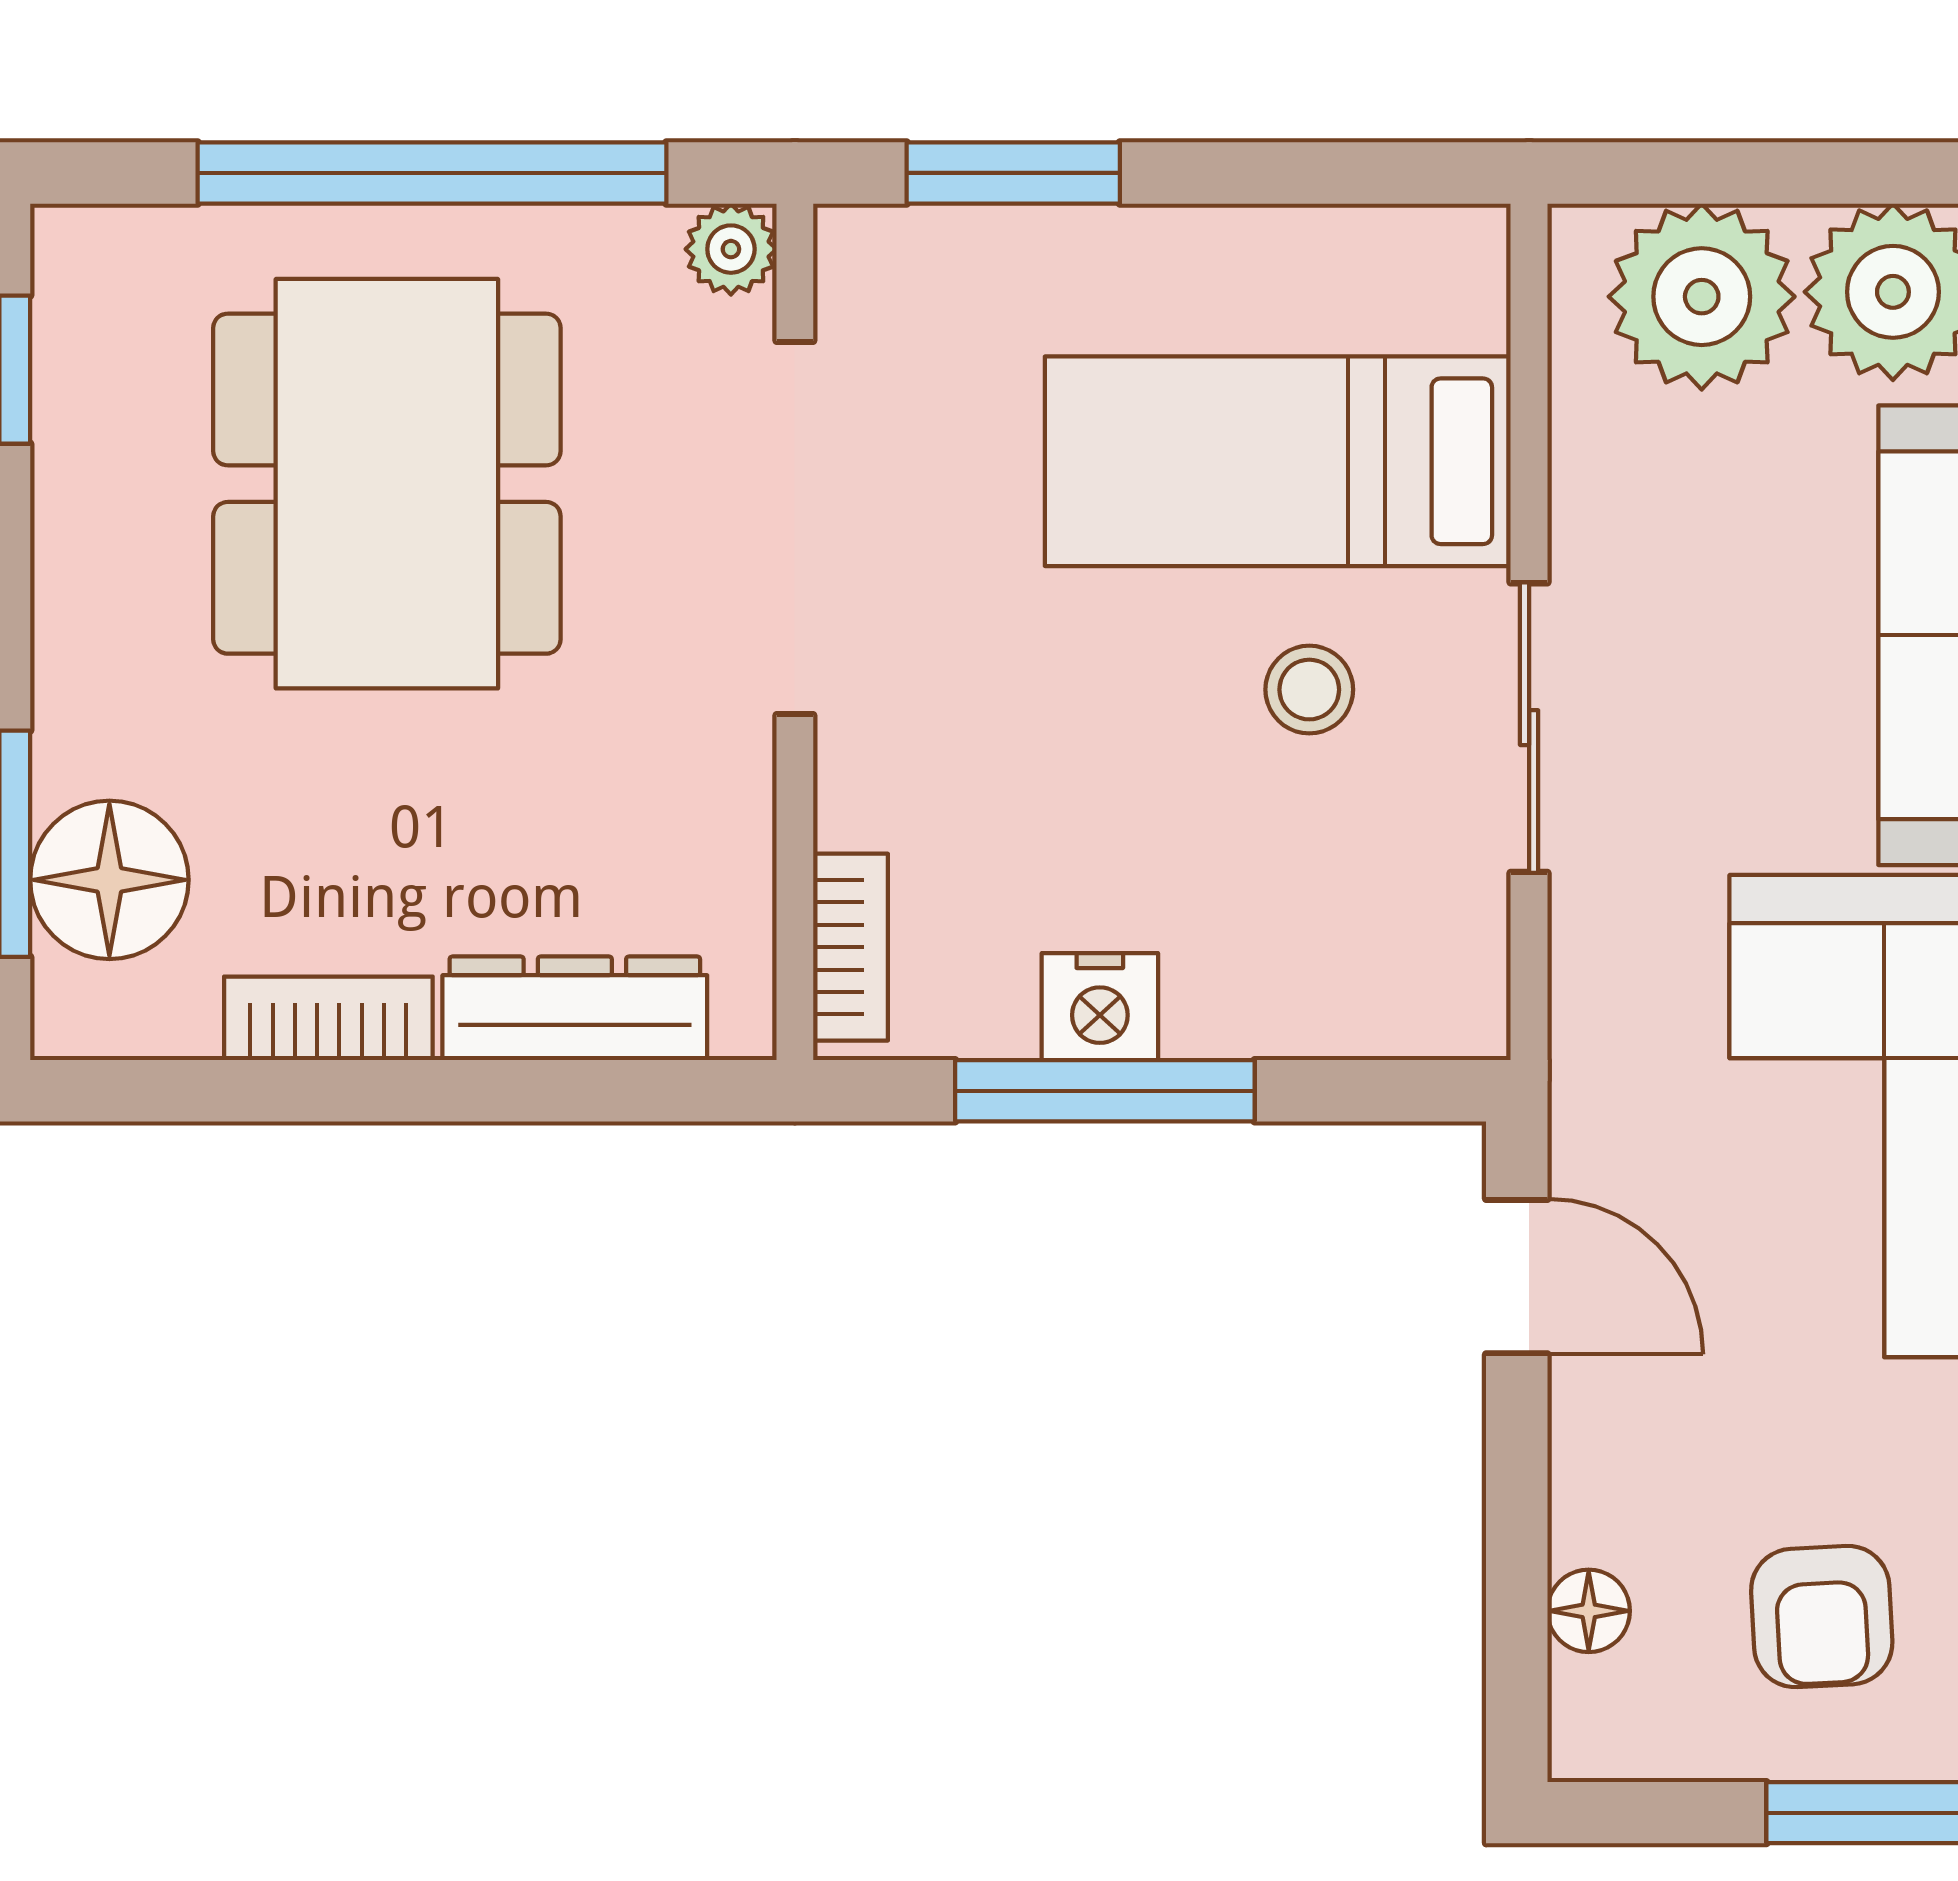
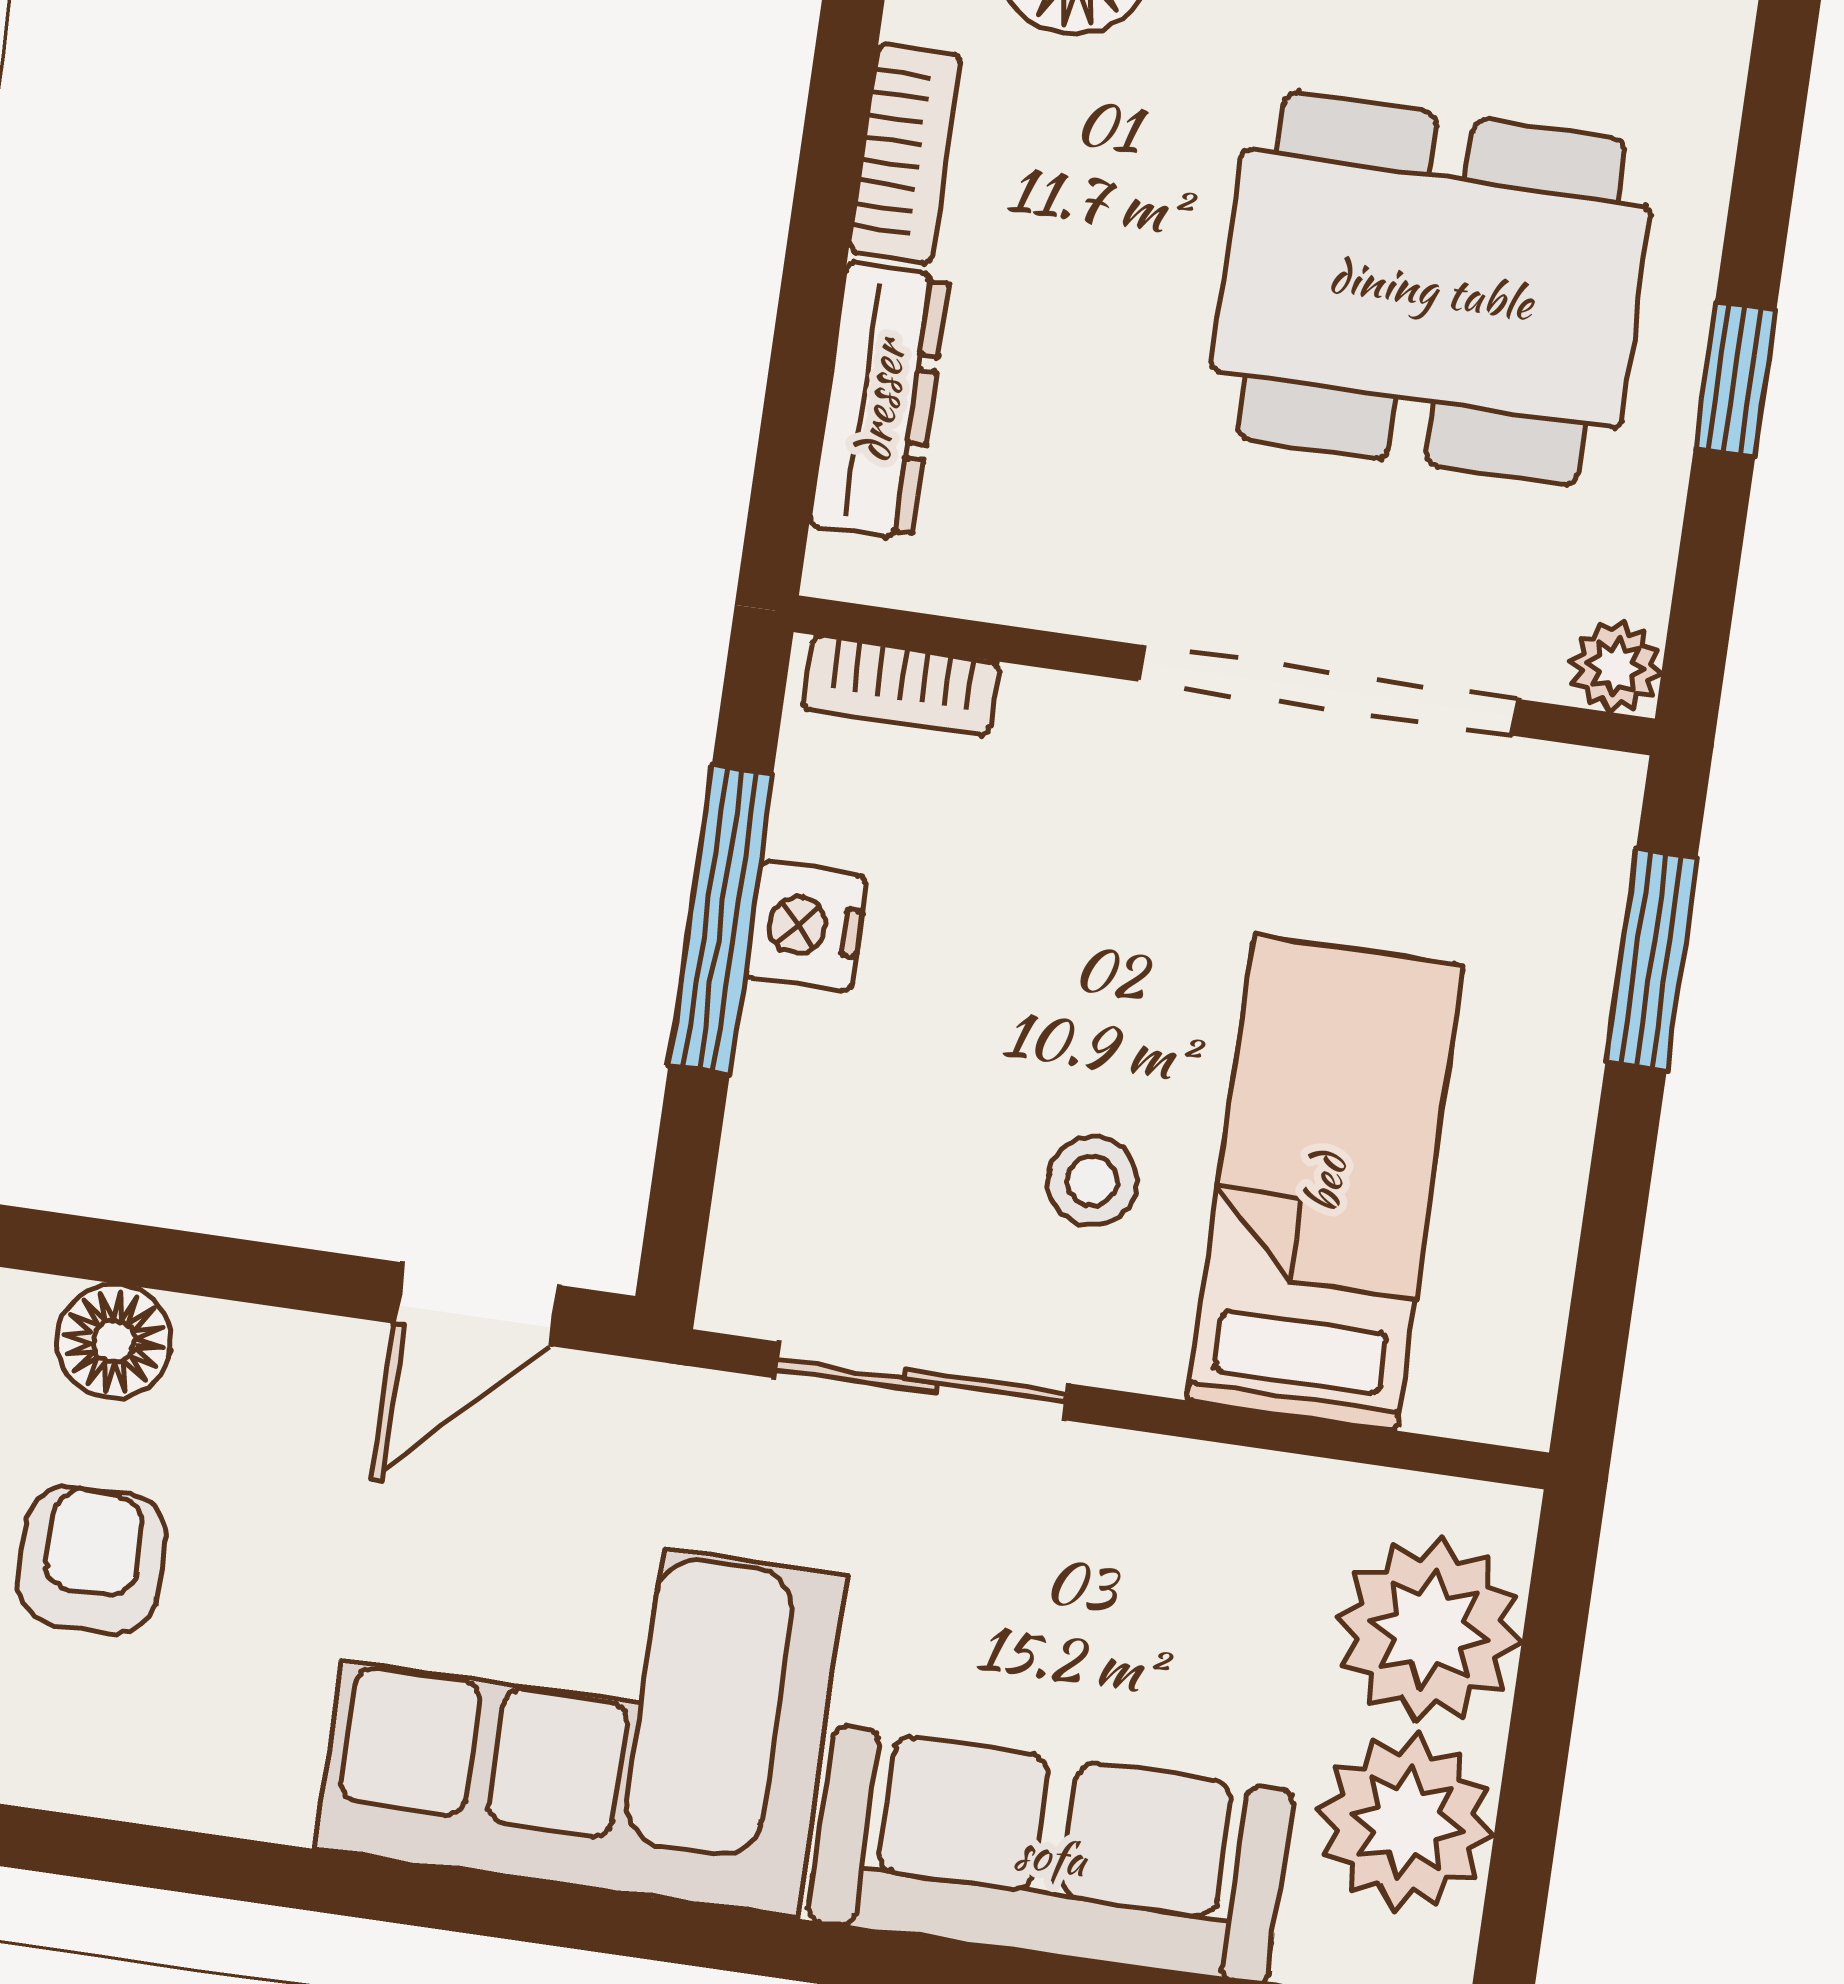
window: (432, 173) -> (1735, 379), width x0.32
sliding door: (1529, 728) -> (921, 1381), moved
floor lamp: (1589, 1611) -> (114, 1341), width x1.37, depth x1.37
armchair: (1822, 1617) -> (92, 1560), turned 93

